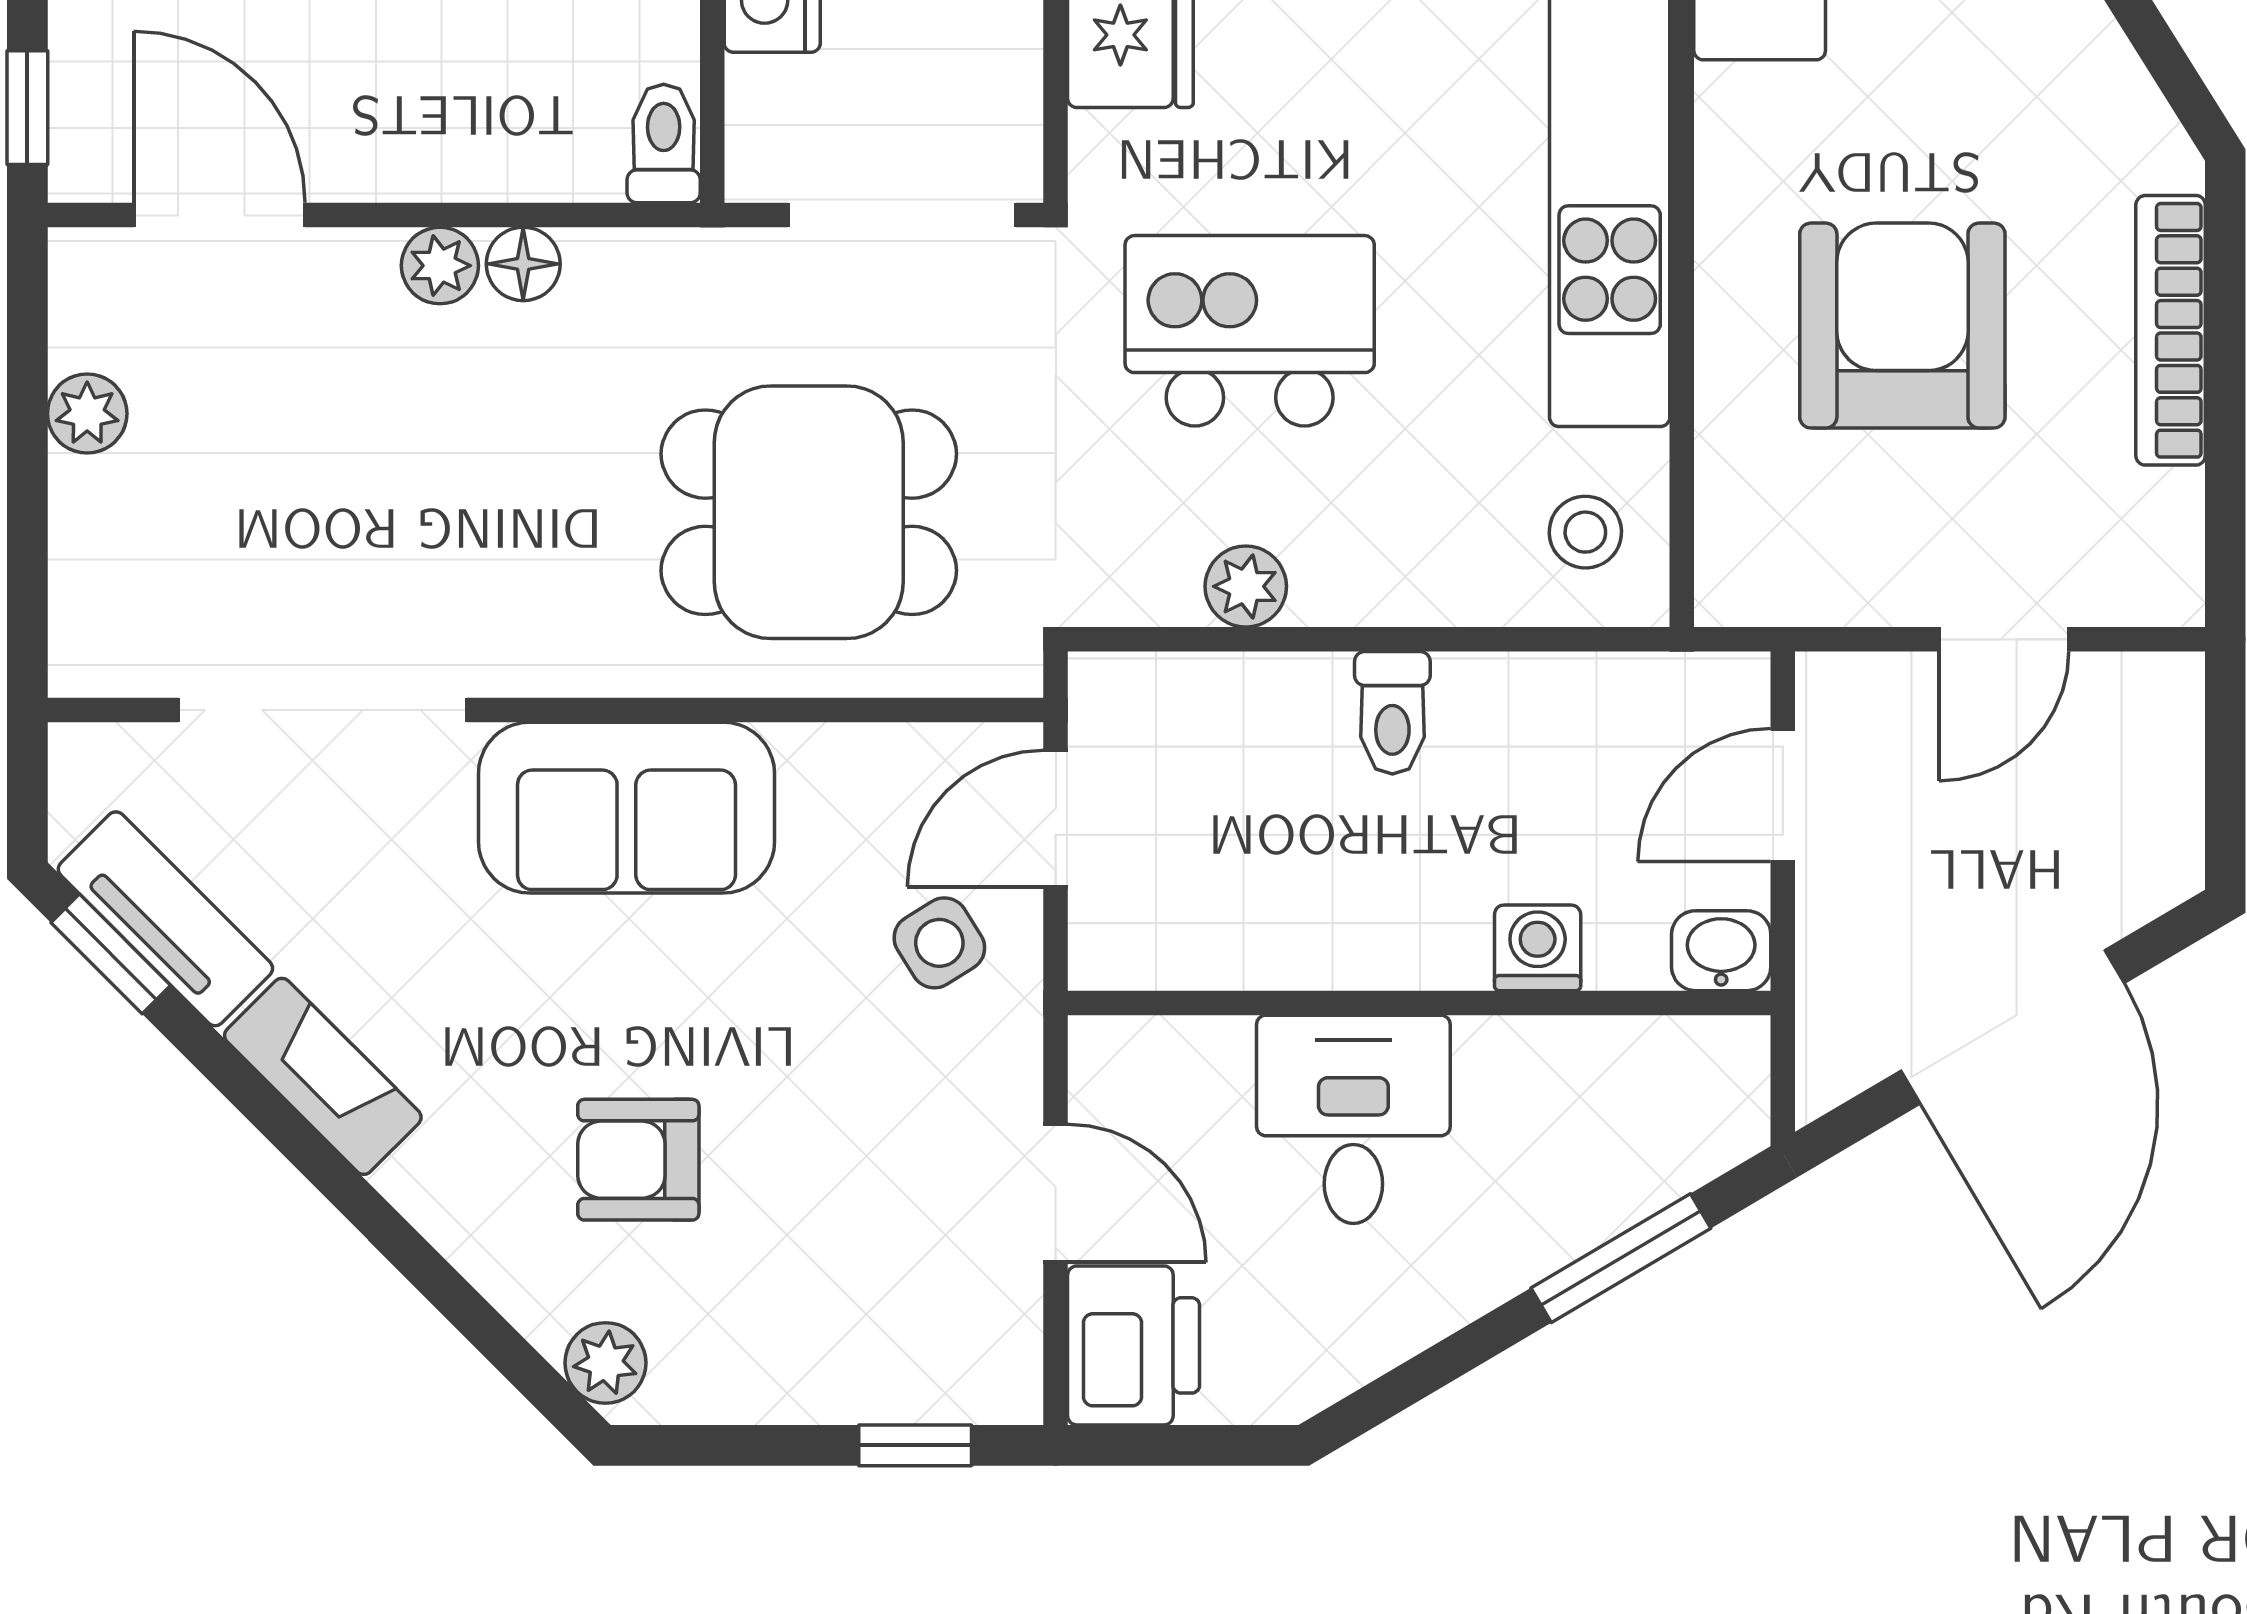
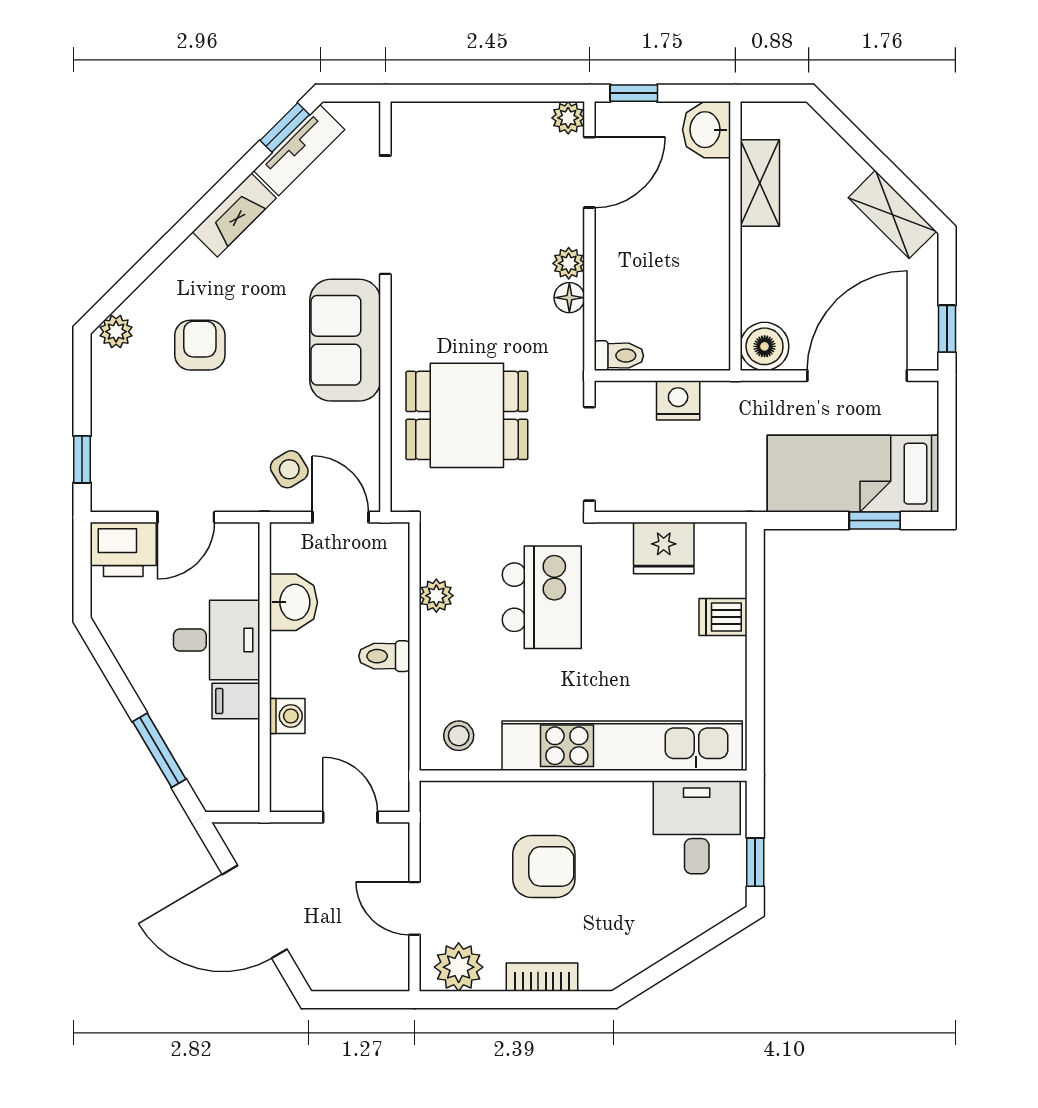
armchair: (1902, 326) -> (544, 866), width x0.73, depth x0.73
bookcase: (2171, 330) -> (542, 977), width x0.64
plant: (87, 414) -> (568, 118), moved
dining table: (809, 512) -> (467, 415), turned 90
plant: (2146, 532) -> (459, 967), added
washbasin: (1721, 951) -> (293, 602), moved, width x1.38, depth x1.45
filing cabinet: (1501, 1073) -> (236, 701), added

